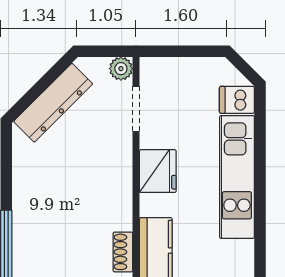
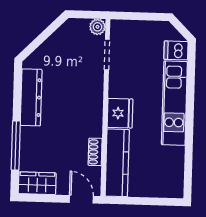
dresser: (53, 103) -> (31, 97), moved, turned -45
fridge: (158, 171) -> (120, 113), moved

